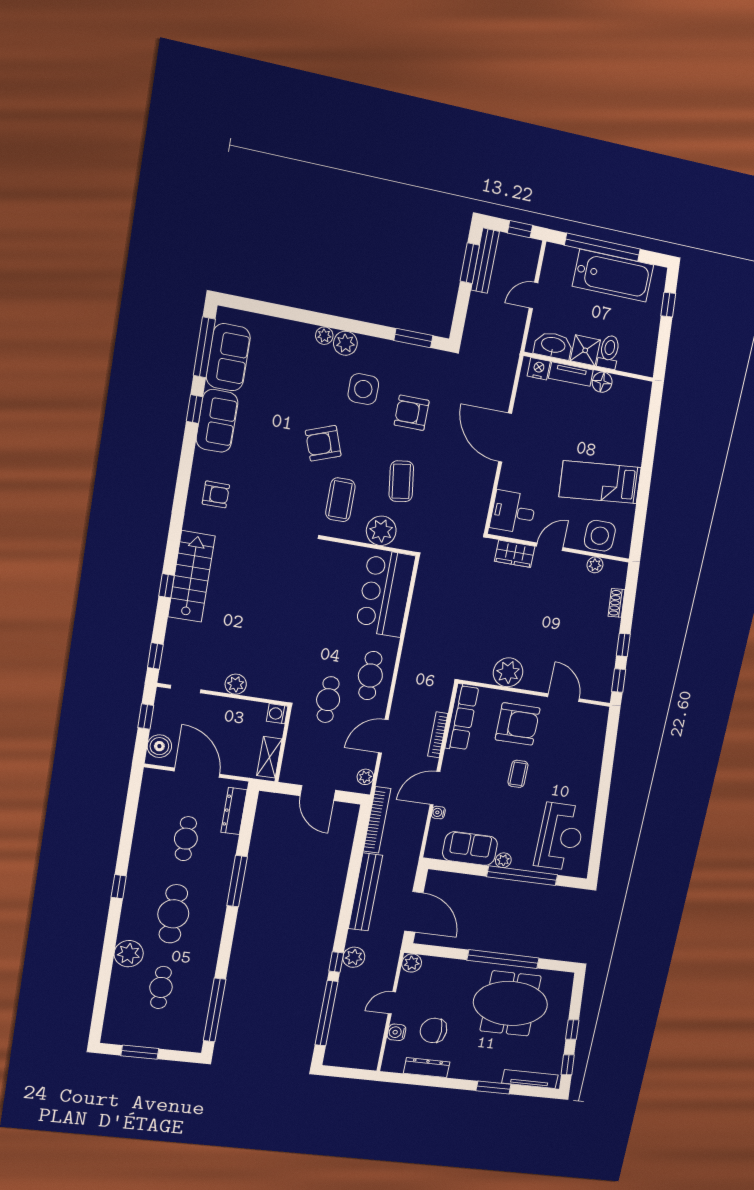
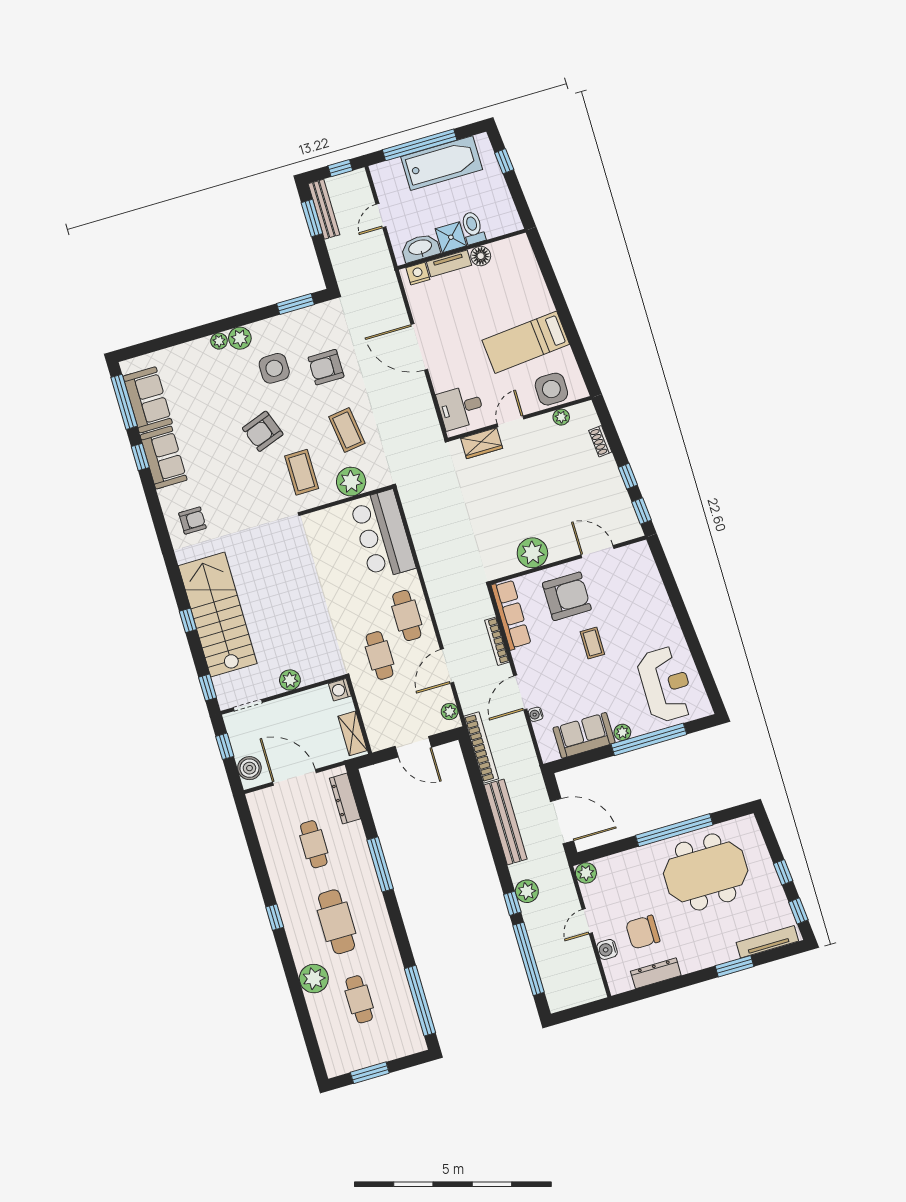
stairs: (191, 576) -> (218, 615), width x1.36, depth x1.51

